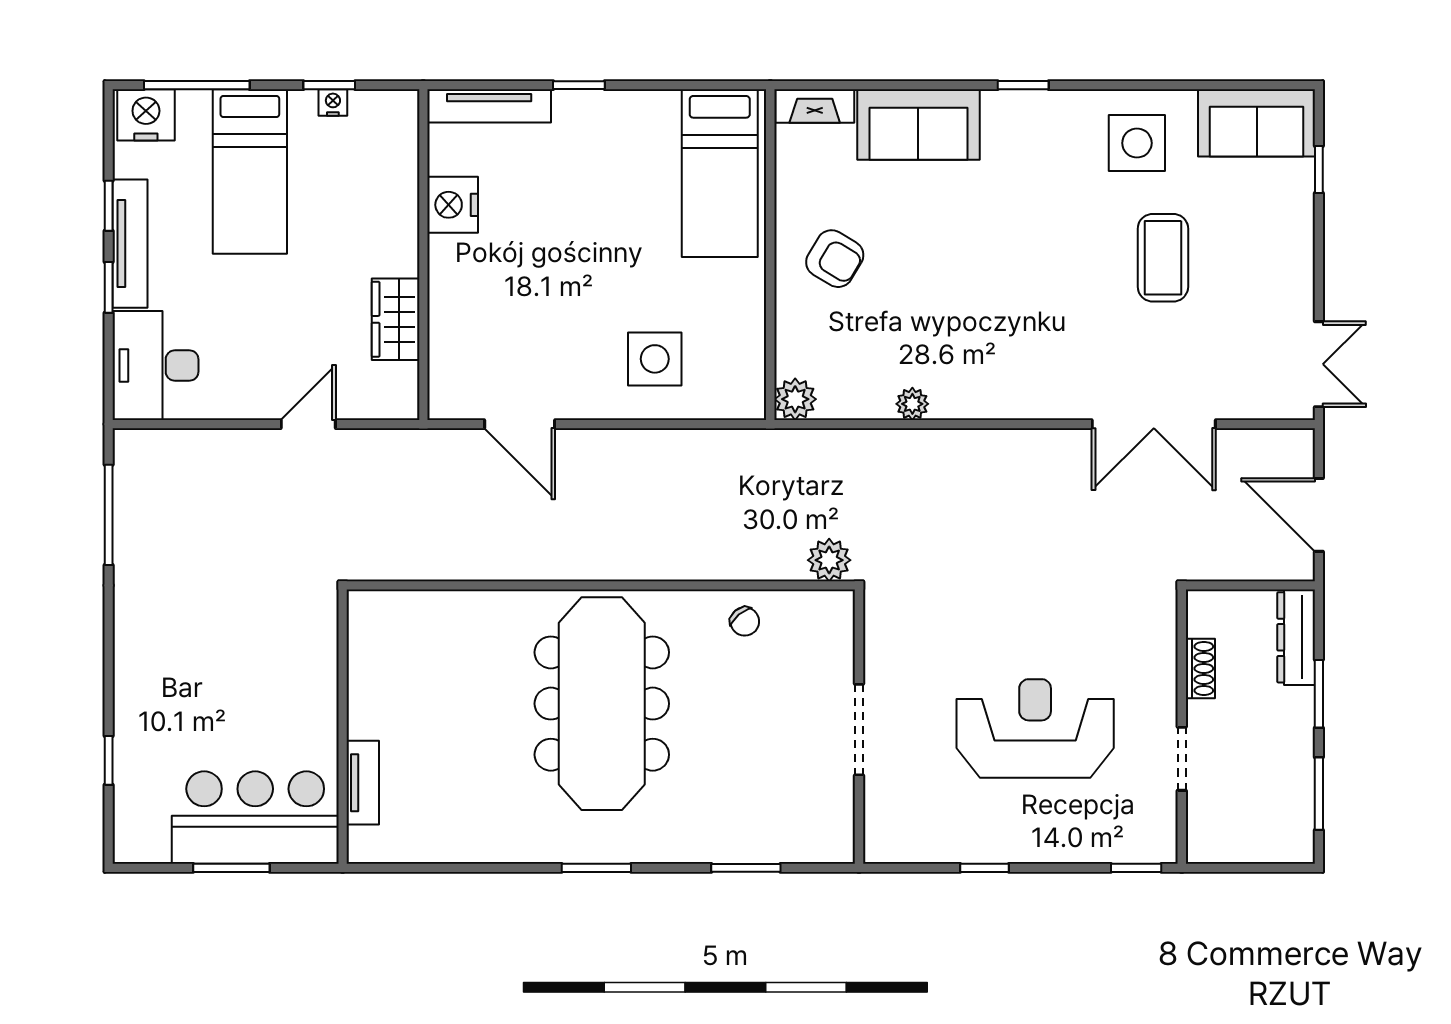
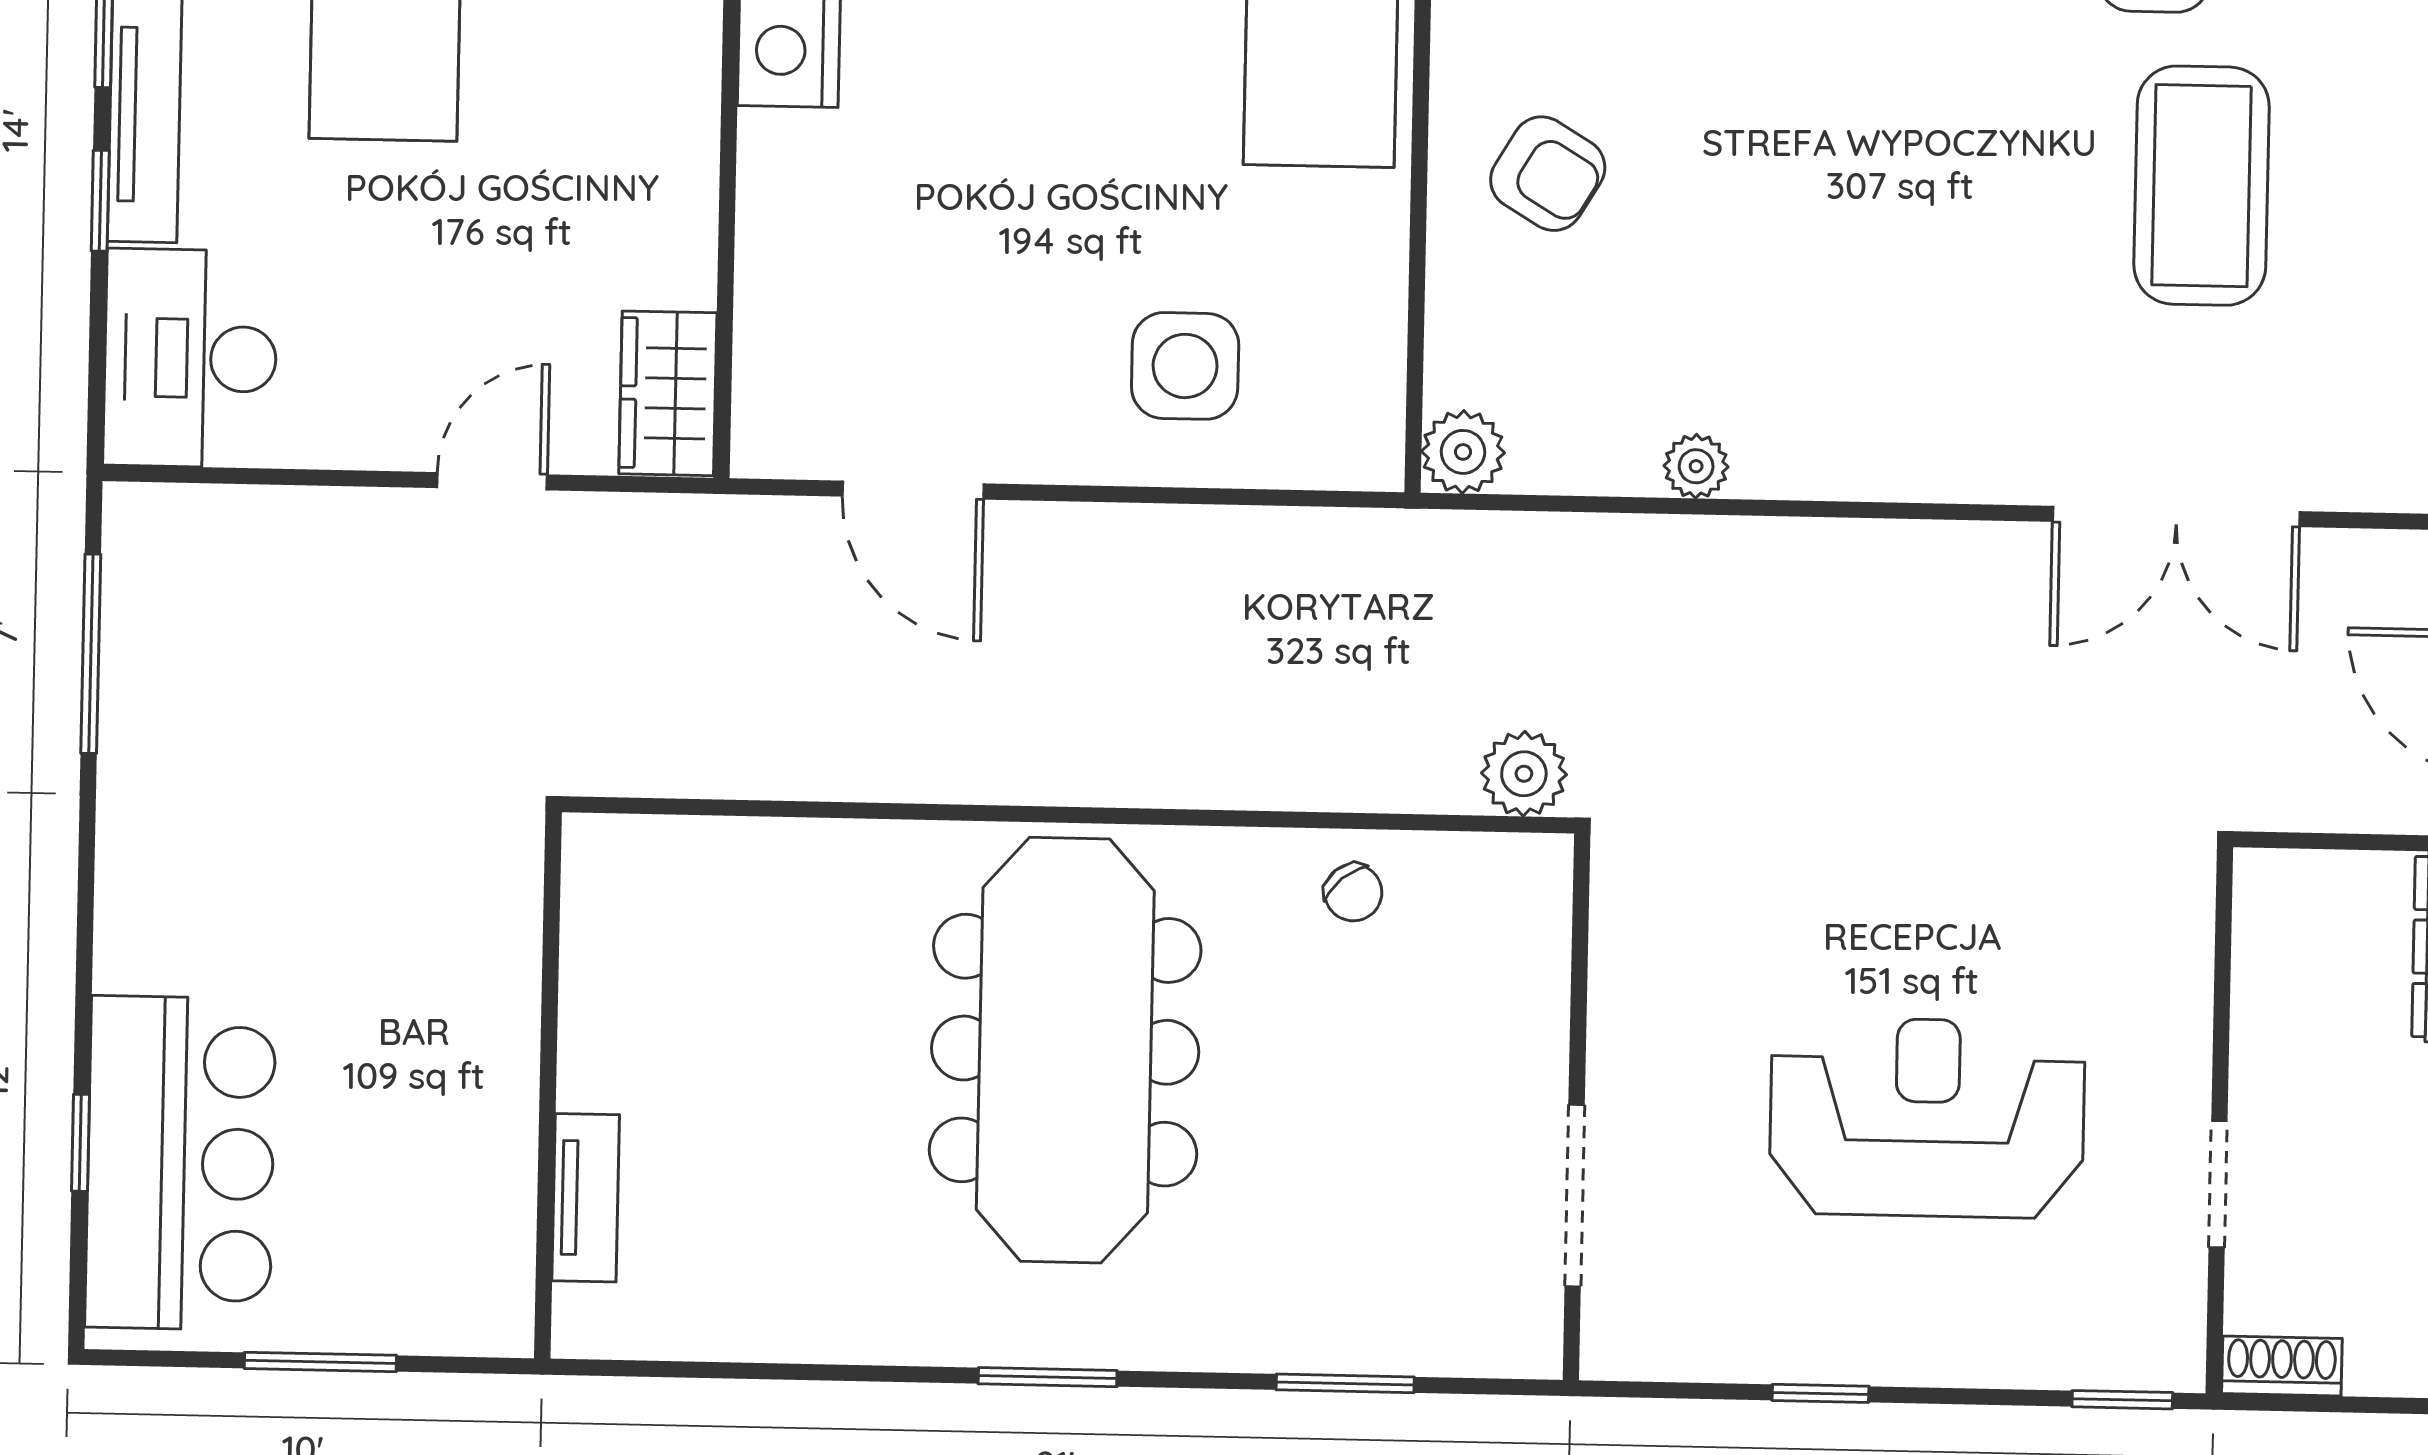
coffee table: (1163, 258) -> (2201, 186), width x1.36, depth x1.32
wardrobe: (396, 319) -> (668, 393), moved
shoe rack: (1200, 668) -> (2282, 1366), moved, turned -90
doorway: (859, 730) -> (1575, 1196), moved
bar counter: (255, 817) -> (180, 1163), moved, turned 90

